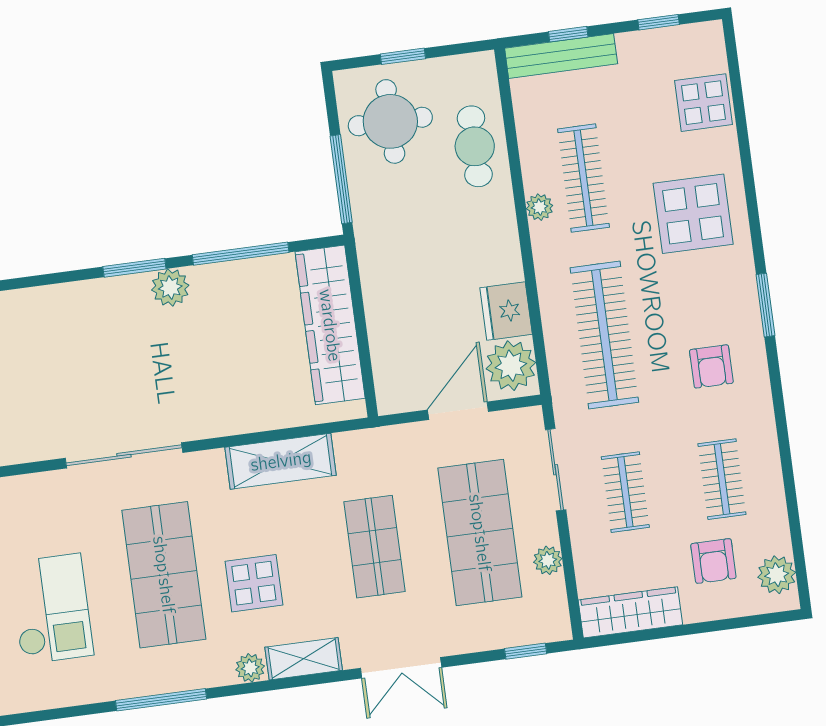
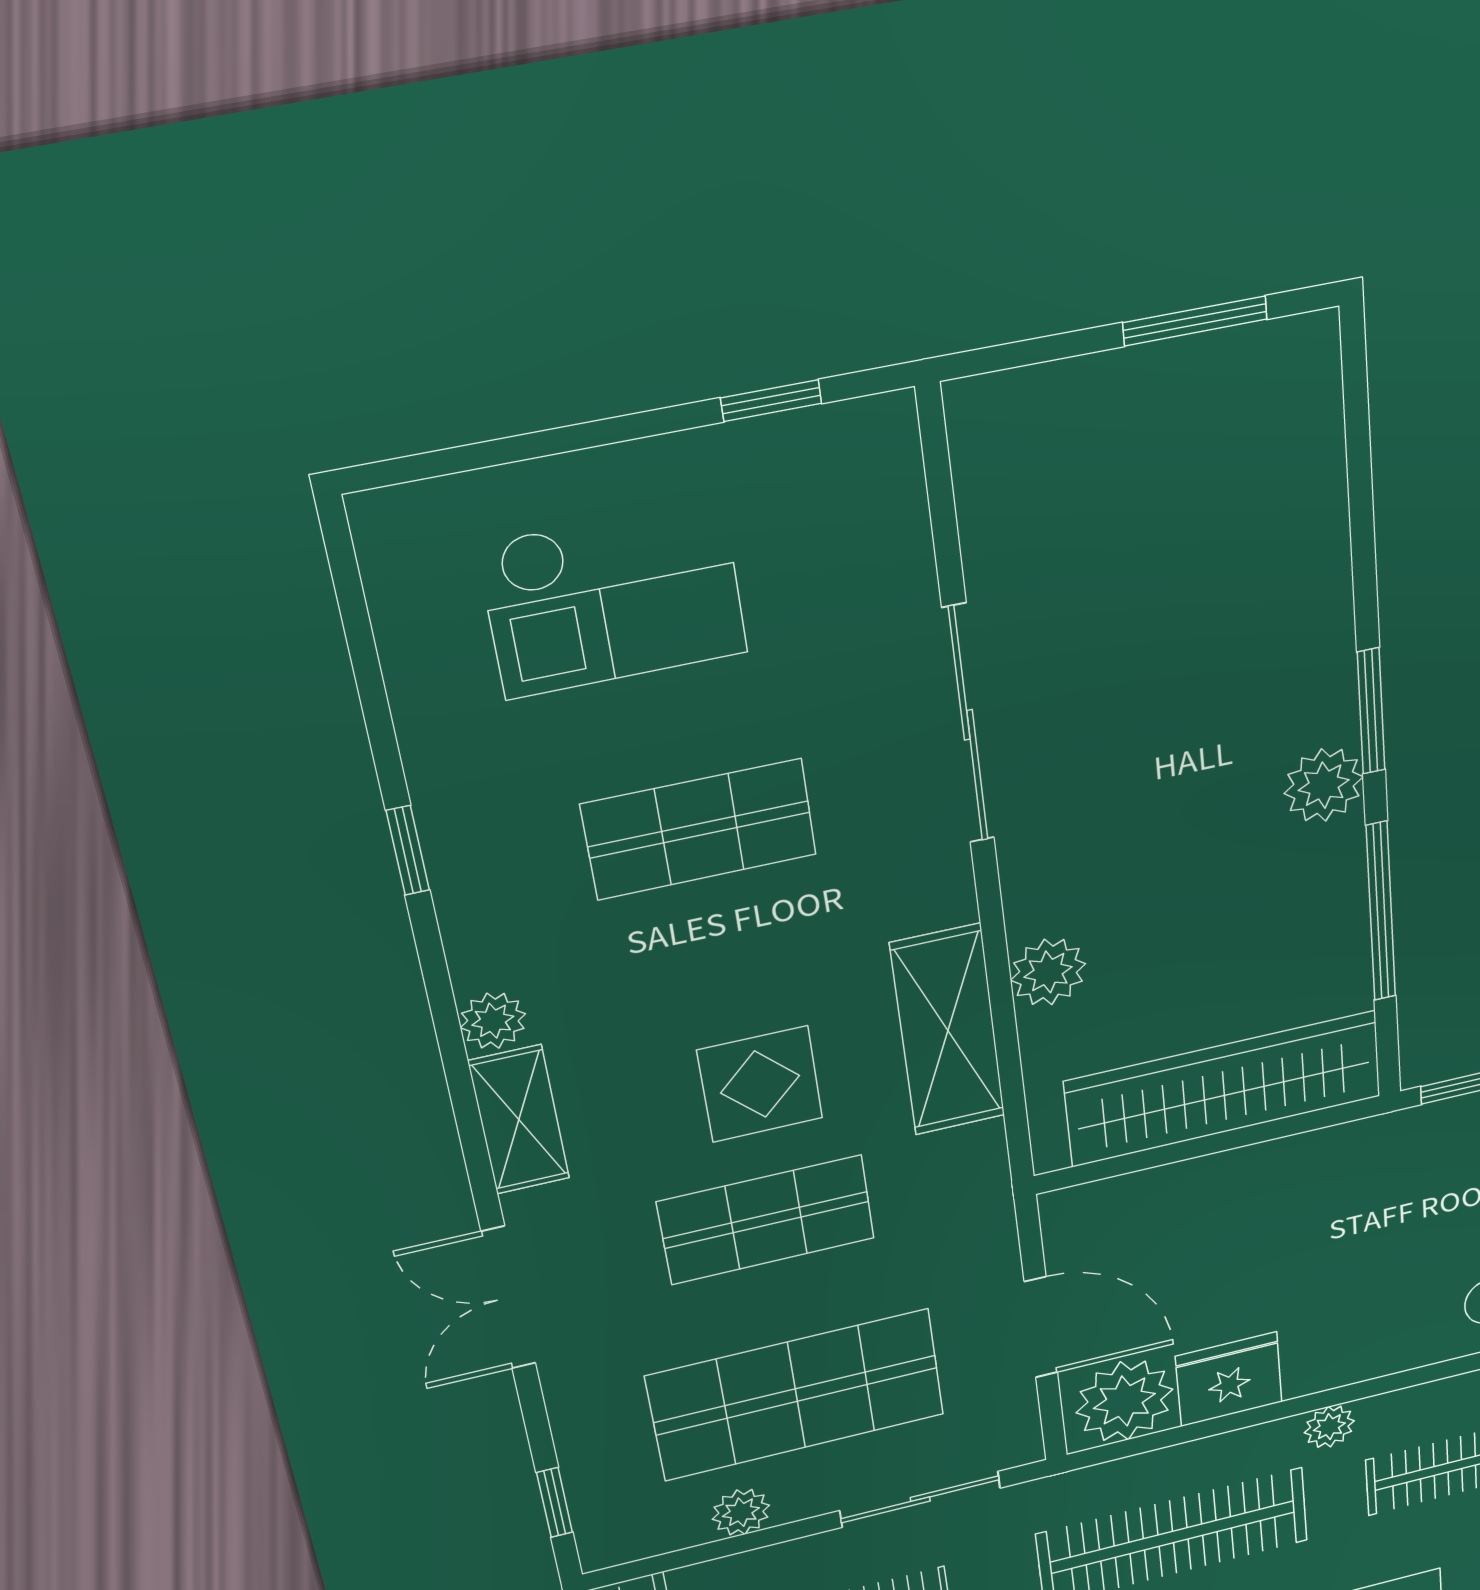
plant: (540, 207) -> (1329, 1427), moved
plant: (255, 414) -> (1048, 972), added
shop shelf: (164, 575) -> (699, 829), width x0.70, depth x0.74
display table: (254, 583) -> (760, 1084), moved
window: (161, 700) -> (408, 850), width x0.46

